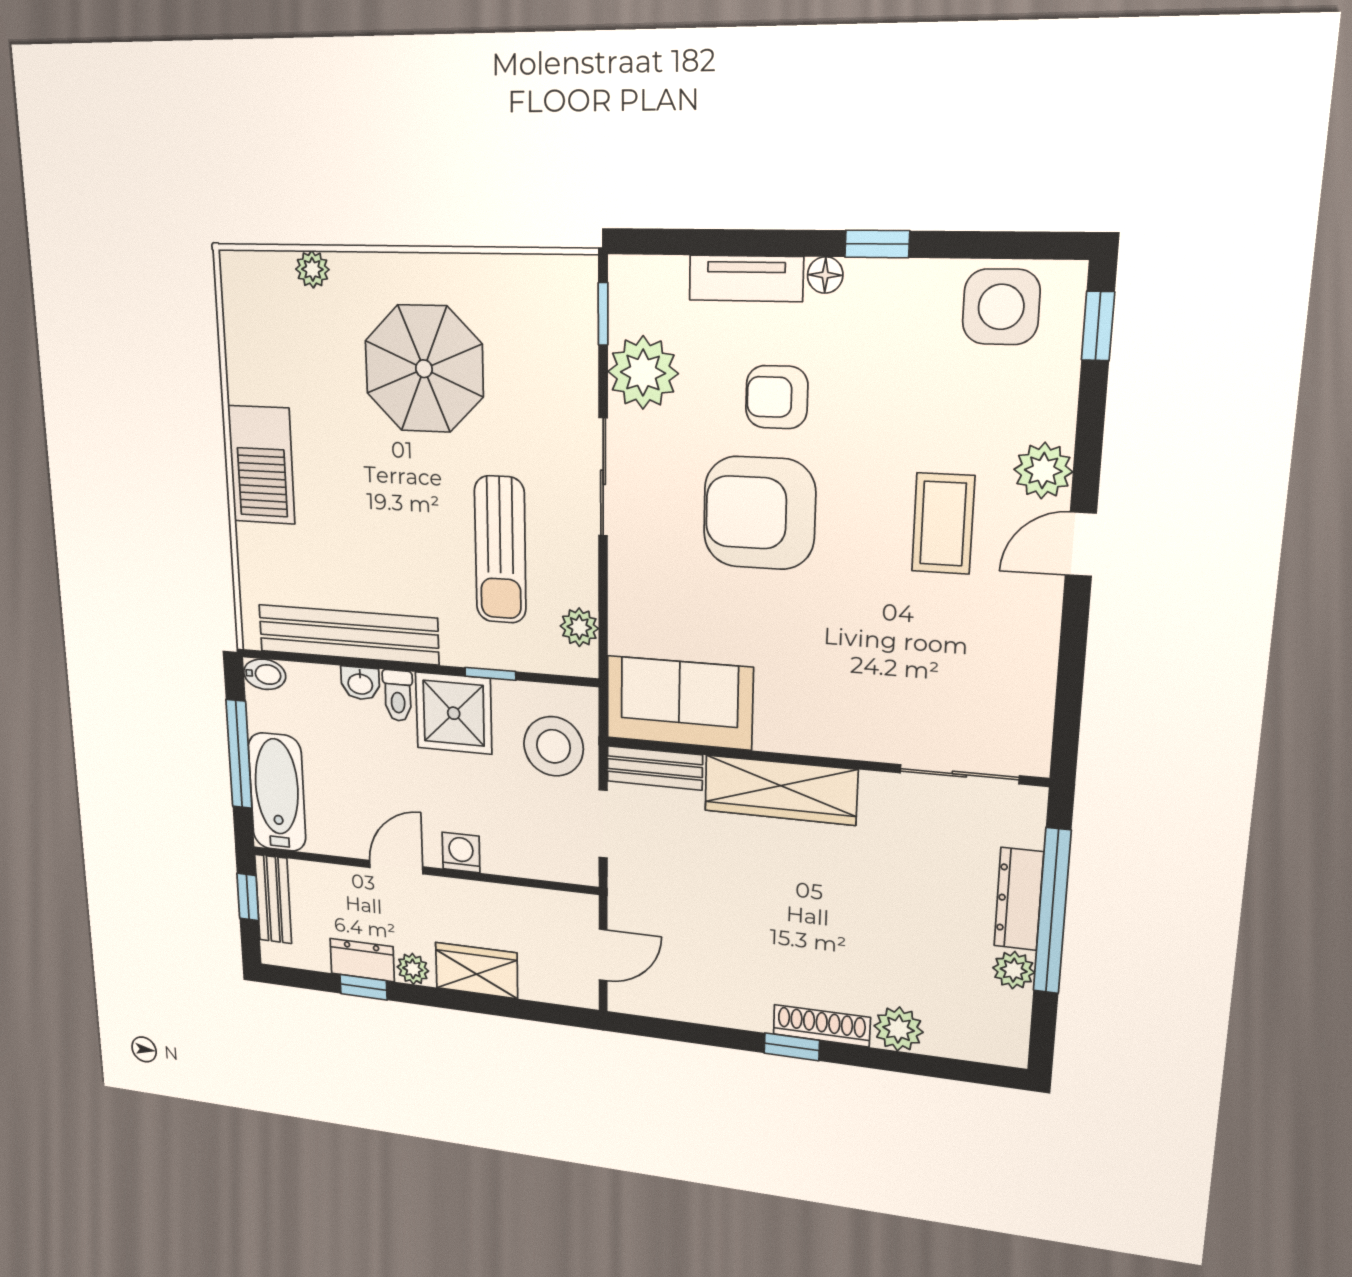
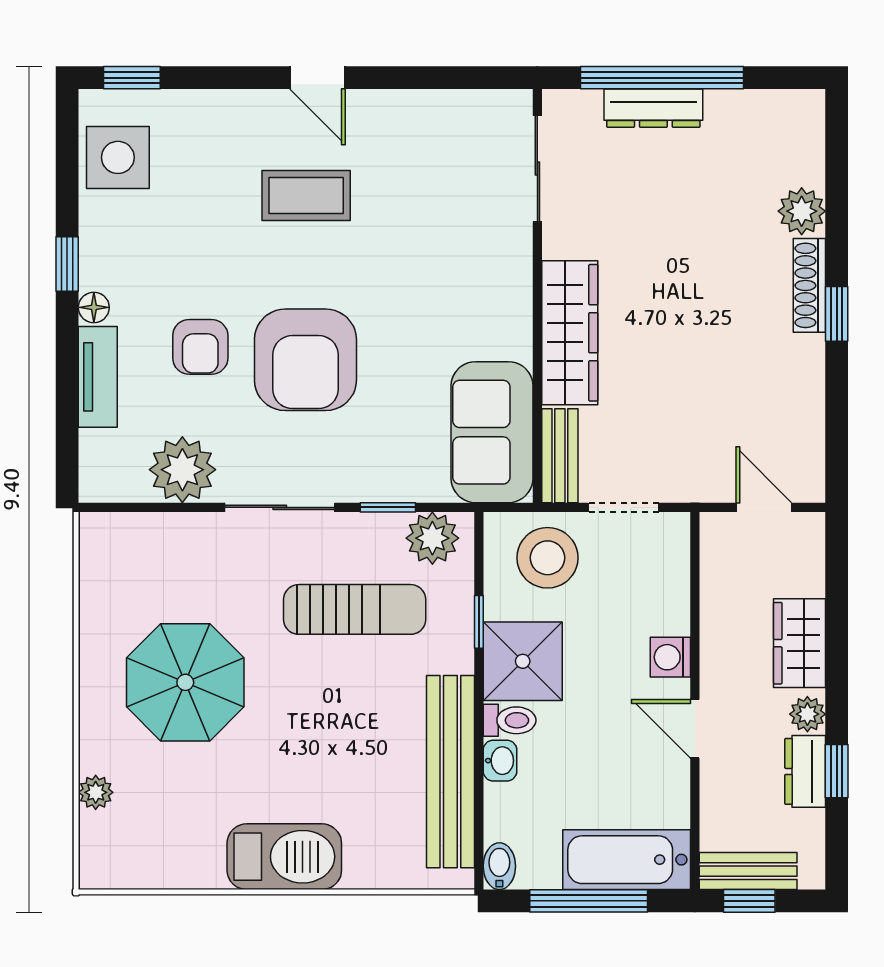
window: (603, 314) -> (388, 507), moved
plant: (1043, 471) -> (255, 114), removed
plant: (579, 627) -> (432, 538), width x1.38, depth x1.38
plant: (1014, 970) -> (725, 108), removed

